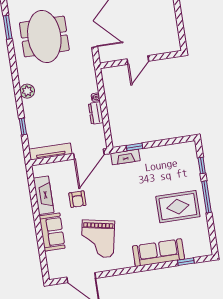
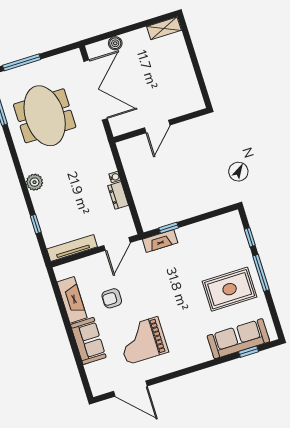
door: (89, 154) -> (117, 244), width x0.73
armchair: (77, 199) -> (112, 298), turned 90
grand piano: (98, 239) -> (142, 341), turned 79
sofa: (158, 253) -> (238, 339), moved

